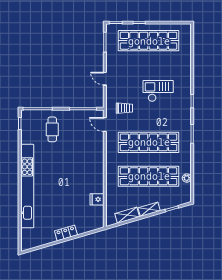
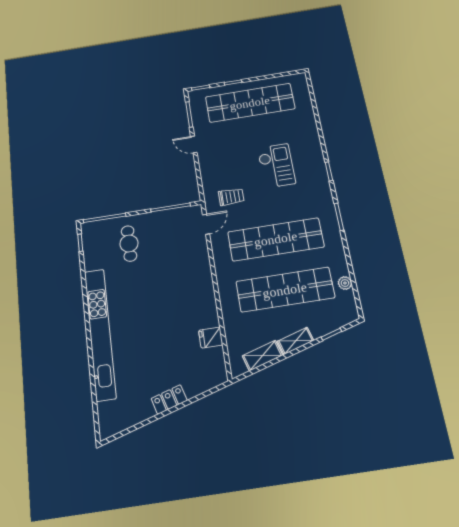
door: (105, 79) -> (194, 144), moved
checkout: (158, 91) -> (276, 166), turned 90
door: (105, 125) -> (206, 224), swing flipped

